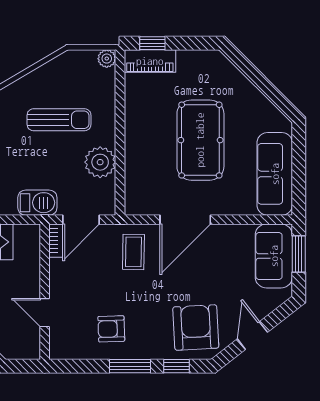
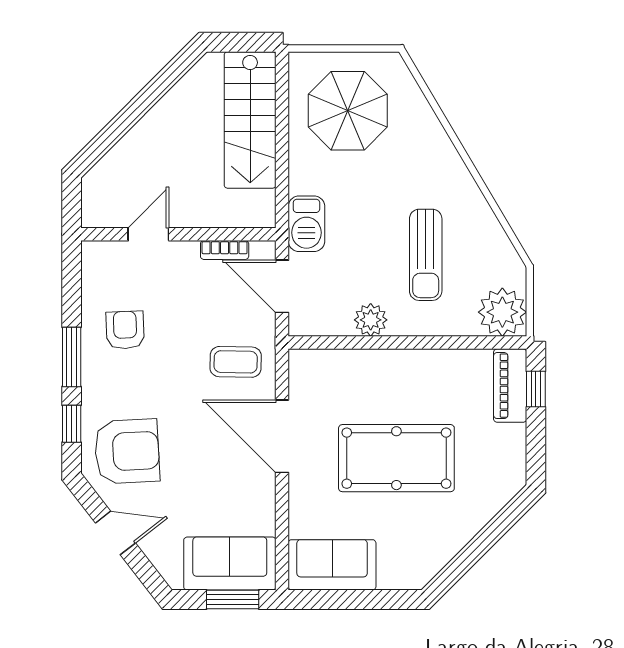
plant: (107, 59) -> (502, 312), width x1.88, depth x1.88
plant: (100, 162) -> (371, 320), width x0.73, depth x0.73
sofa: (275, 174) -> (332, 565), width x0.73
bookcase: (56, 241) -> (225, 250), moved

